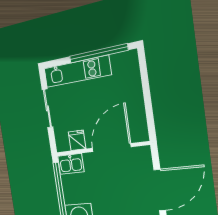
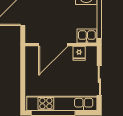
kitchen unit: (77, 72) -> (62, 103), width x1.36

